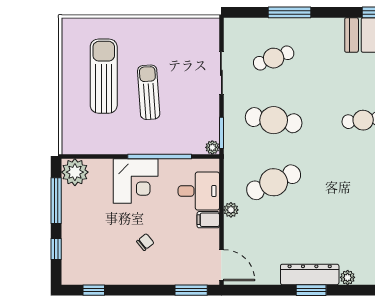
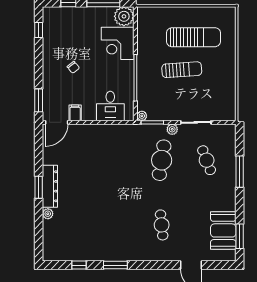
corner desk: (136, 181) -> (118, 43), moved
cafe table: (274, 182) -> (117, 160), removed
plant: (231, 210) -> (172, 129), moved
filing cabinet: (208, 220) -> (75, 113), moved

